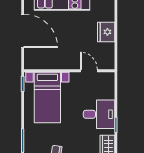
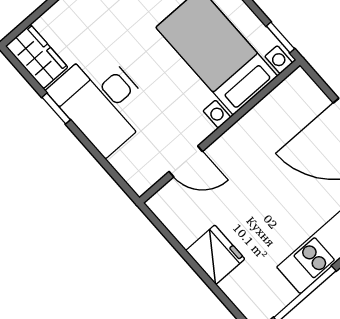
desk: (99, 114) -> (102, 101), width x1.37

